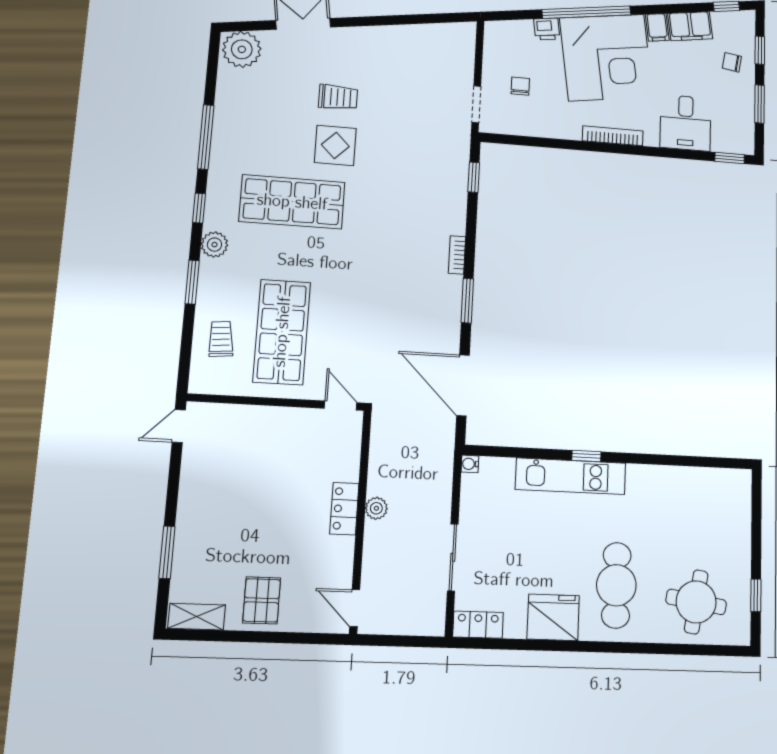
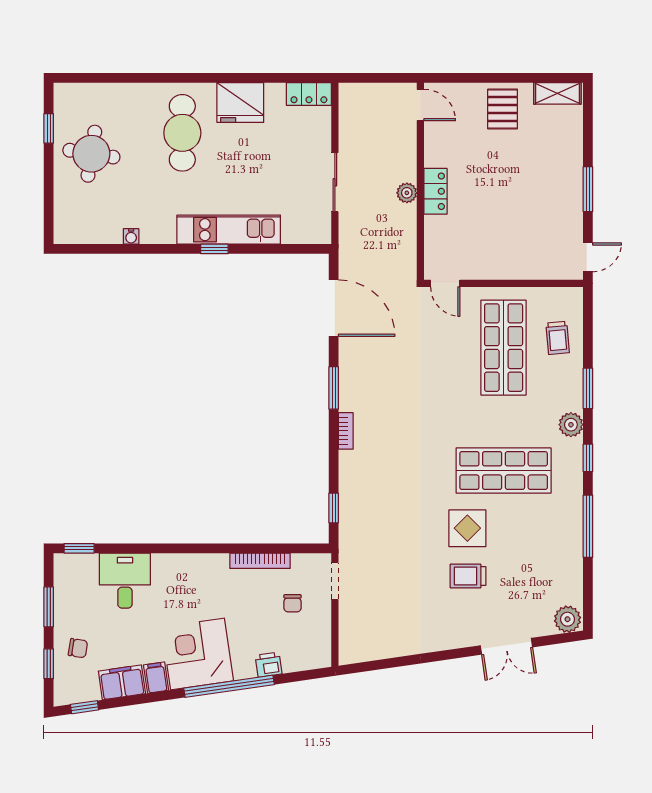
plant: (242, 49) -> (568, 619), width x0.73, depth x0.73
corner desk: (606, 57) -> (198, 654), width x0.74, depth x0.74
bookcase: (613, 136) -> (260, 561), moved
water cooler: (470, 464) -> (131, 236), moved, turned 90
window: (167, 552) -> (588, 189), moved
sliding door: (453, 557) -> (335, 182), moved
round table: (696, 602) -> (91, 154), moved

